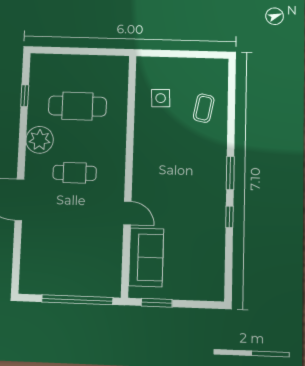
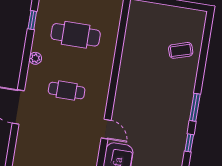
side table: (161, 98) -> (146, 37), removed
coffee table: (204, 108) -> (181, 50), turned 62
plant: (40, 140) -> (35, 58), width x0.53, depth x0.53

